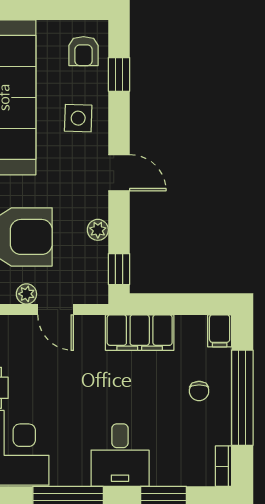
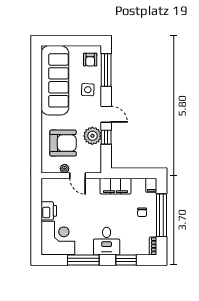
window: (119, 74) -> (106, 70), width x2.17
plant: (98, 230) -> (92, 136), width x1.88, depth x1.88
window: (119, 269) -> (106, 137), moved

